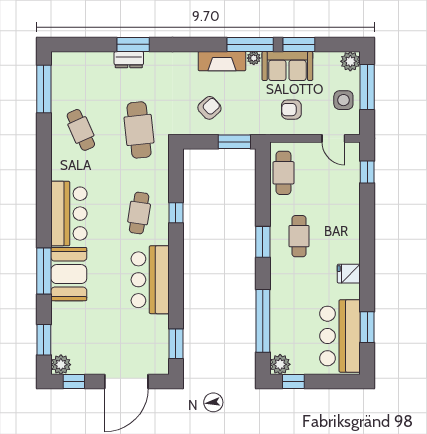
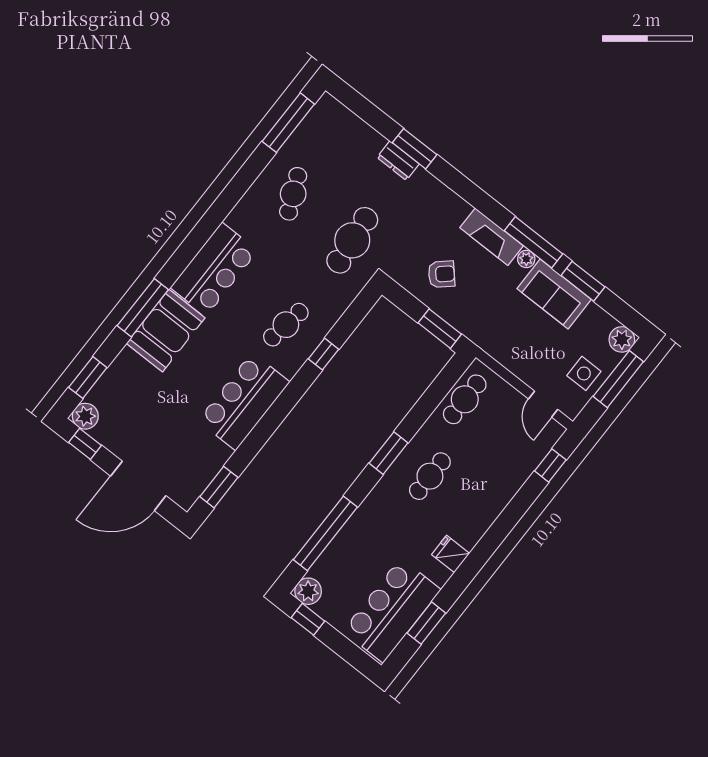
armchair: (291, 110) -> (523, 341), removed

